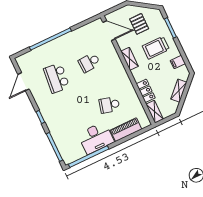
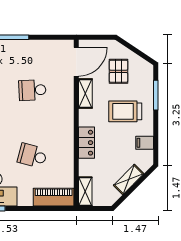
door: (109, 31) -> (76, 62), hinge flipped
shelving: (130, 59) -> (85, 94), moved
locker: (146, 91) -> (87, 143), moved
piano: (126, 130) -> (54, 197), moved

